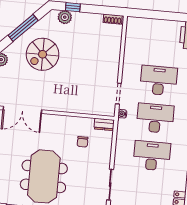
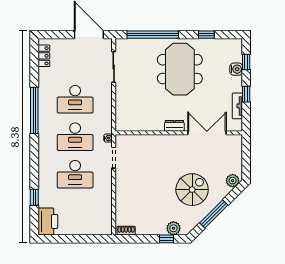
dresser: (104, 124) -> (174, 126), moved
chair: (83, 142) -> (145, 107), removed

